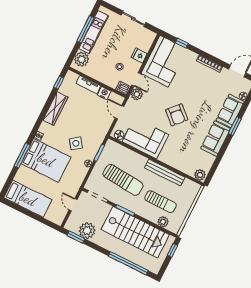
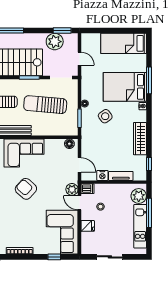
window: (85, 29) -> (149, 213), moved
corner sofa: (145, 138) -> (24, 153), moved

